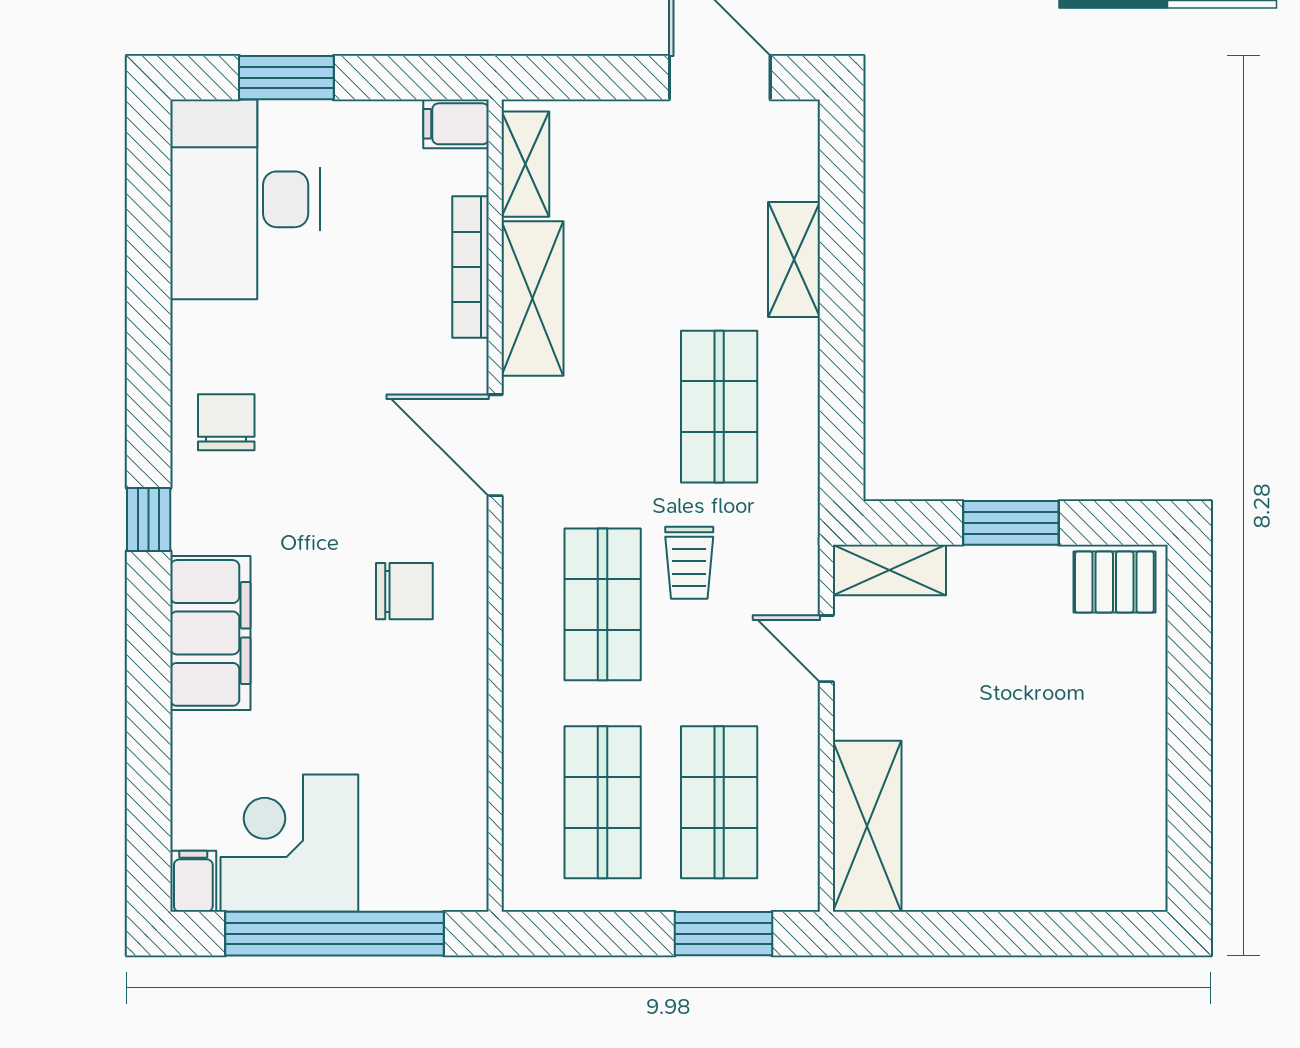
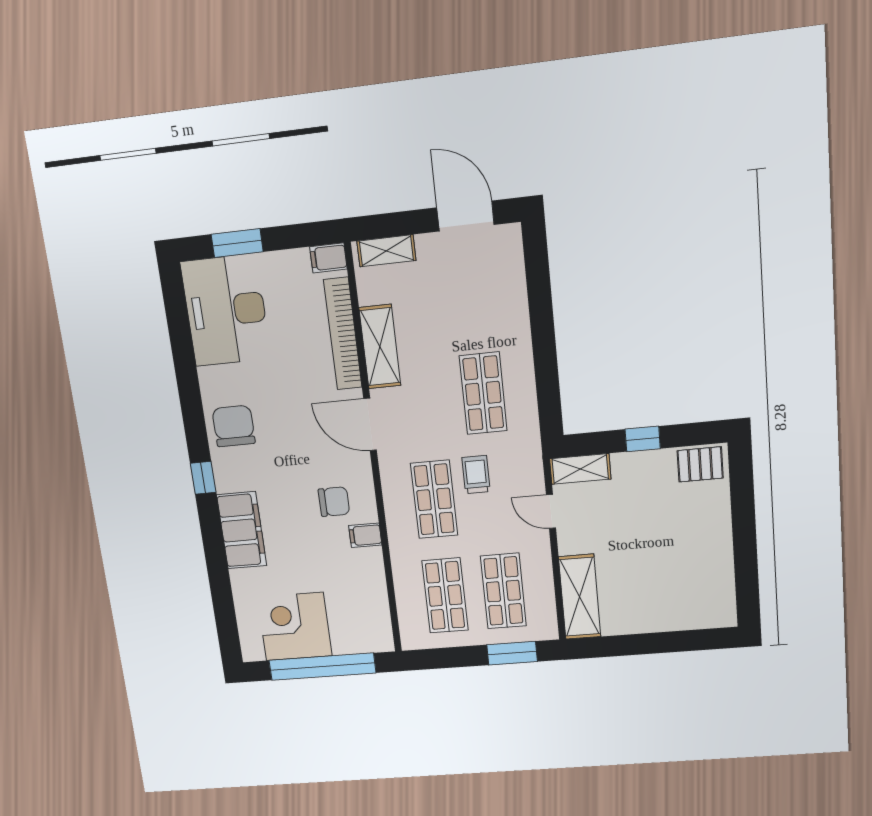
shelving: (525, 164) -> (386, 251), moved, turned 90
shelving: (794, 259) -> (515, 311), removed
bookcase: (471, 267) -> (343, 334), width x1.48, depth x1.31
chair: (226, 422) -> (234, 426), width x1.37, depth x1.37
window: (1011, 523) -> (643, 439), width x0.67
trolley: (689, 563) -> (476, 475), turned 180
filing cabinet: (193, 881) -> (365, 535), moved, turned -90

